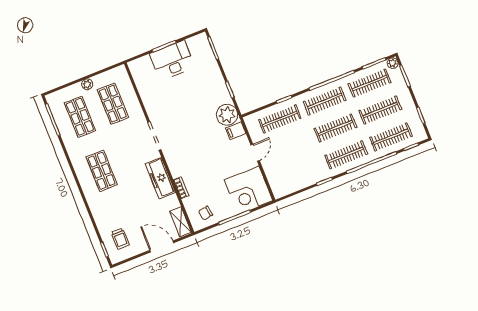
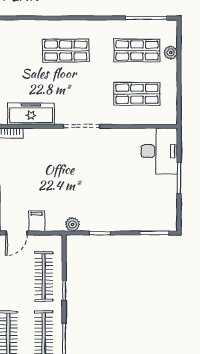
desk: (172, 60) -> (159, 151), moved
plant: (87, 84) -> (171, 52), moved
plant: (227, 115) -> (72, 224), width x0.53, depth x0.53
filing cabinet: (236, 131) -> (37, 221), moved
door: (255, 153) -> (17, 233), hinge flipped

